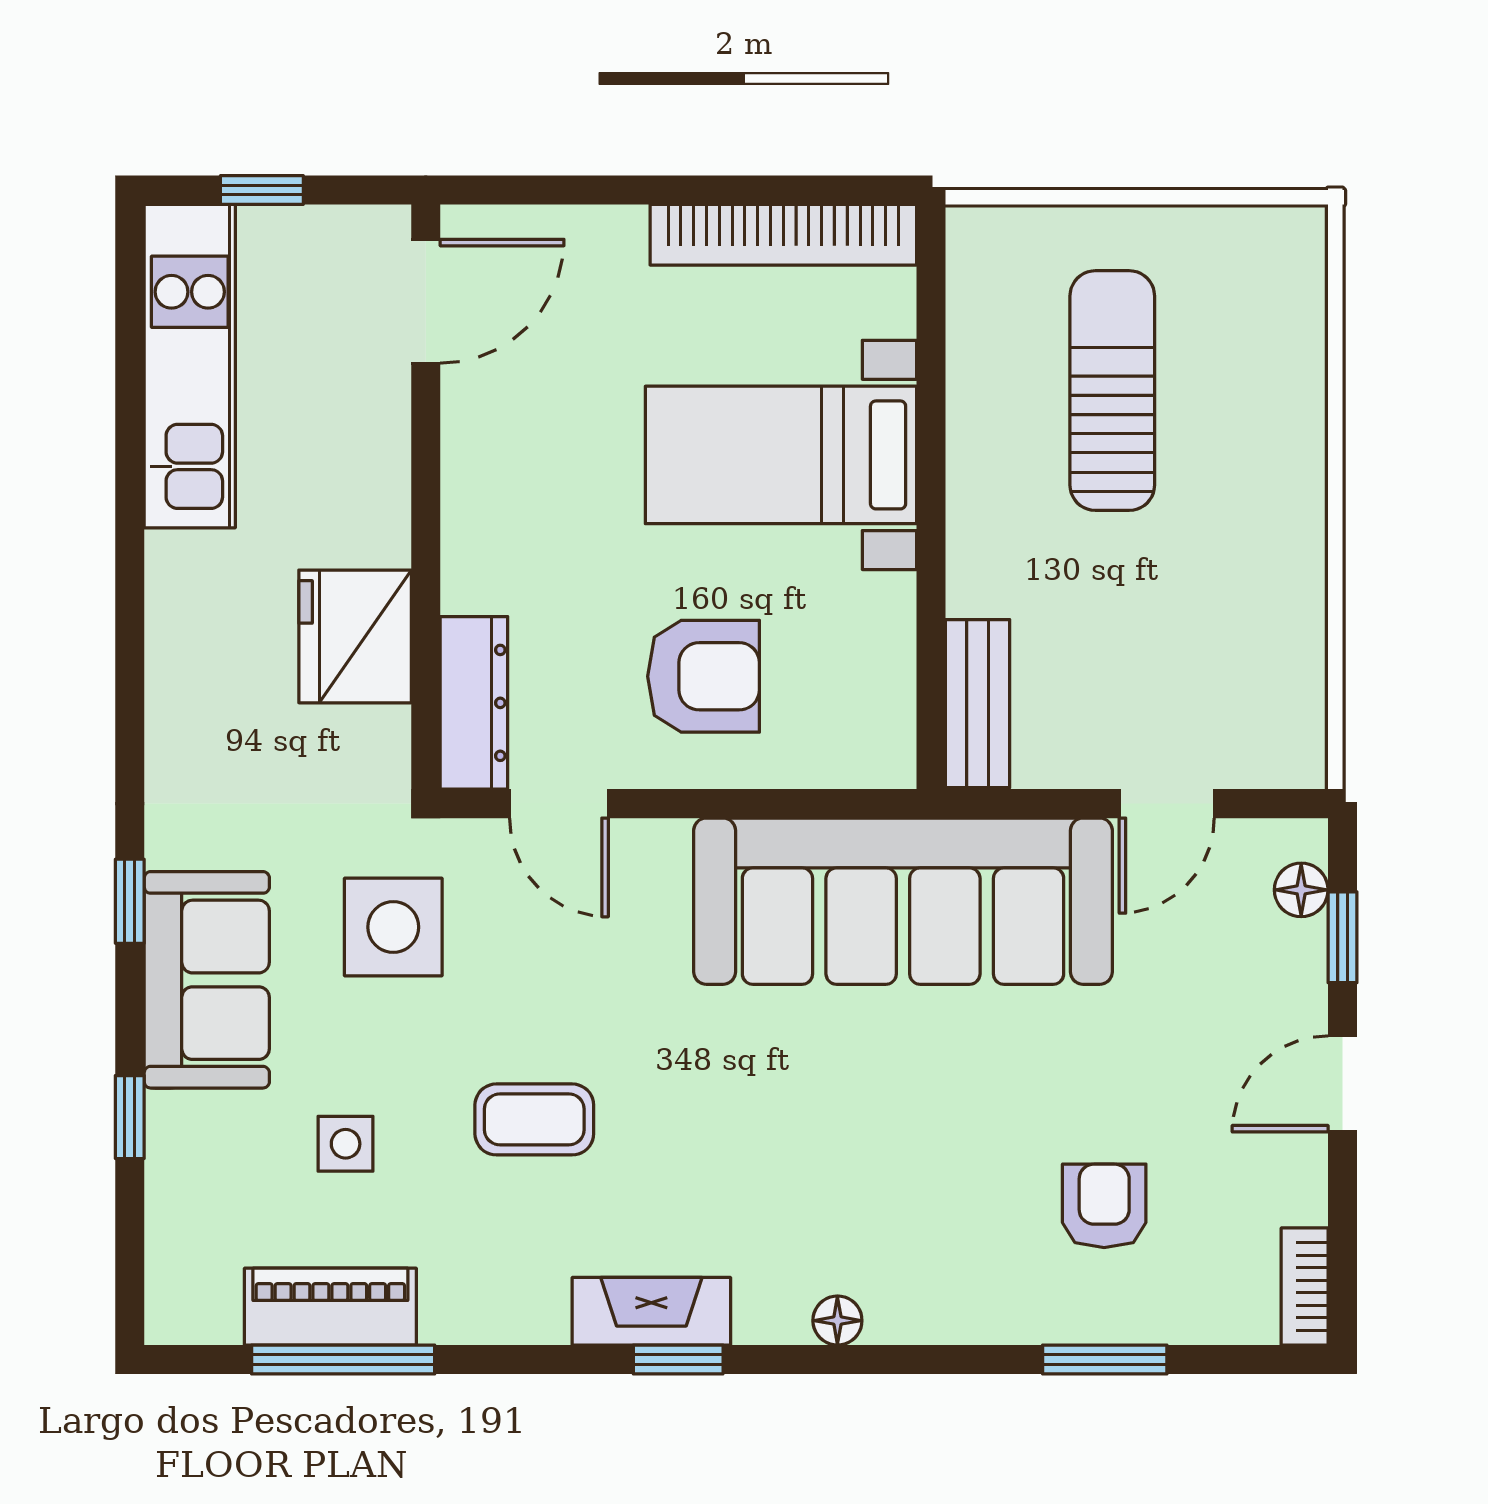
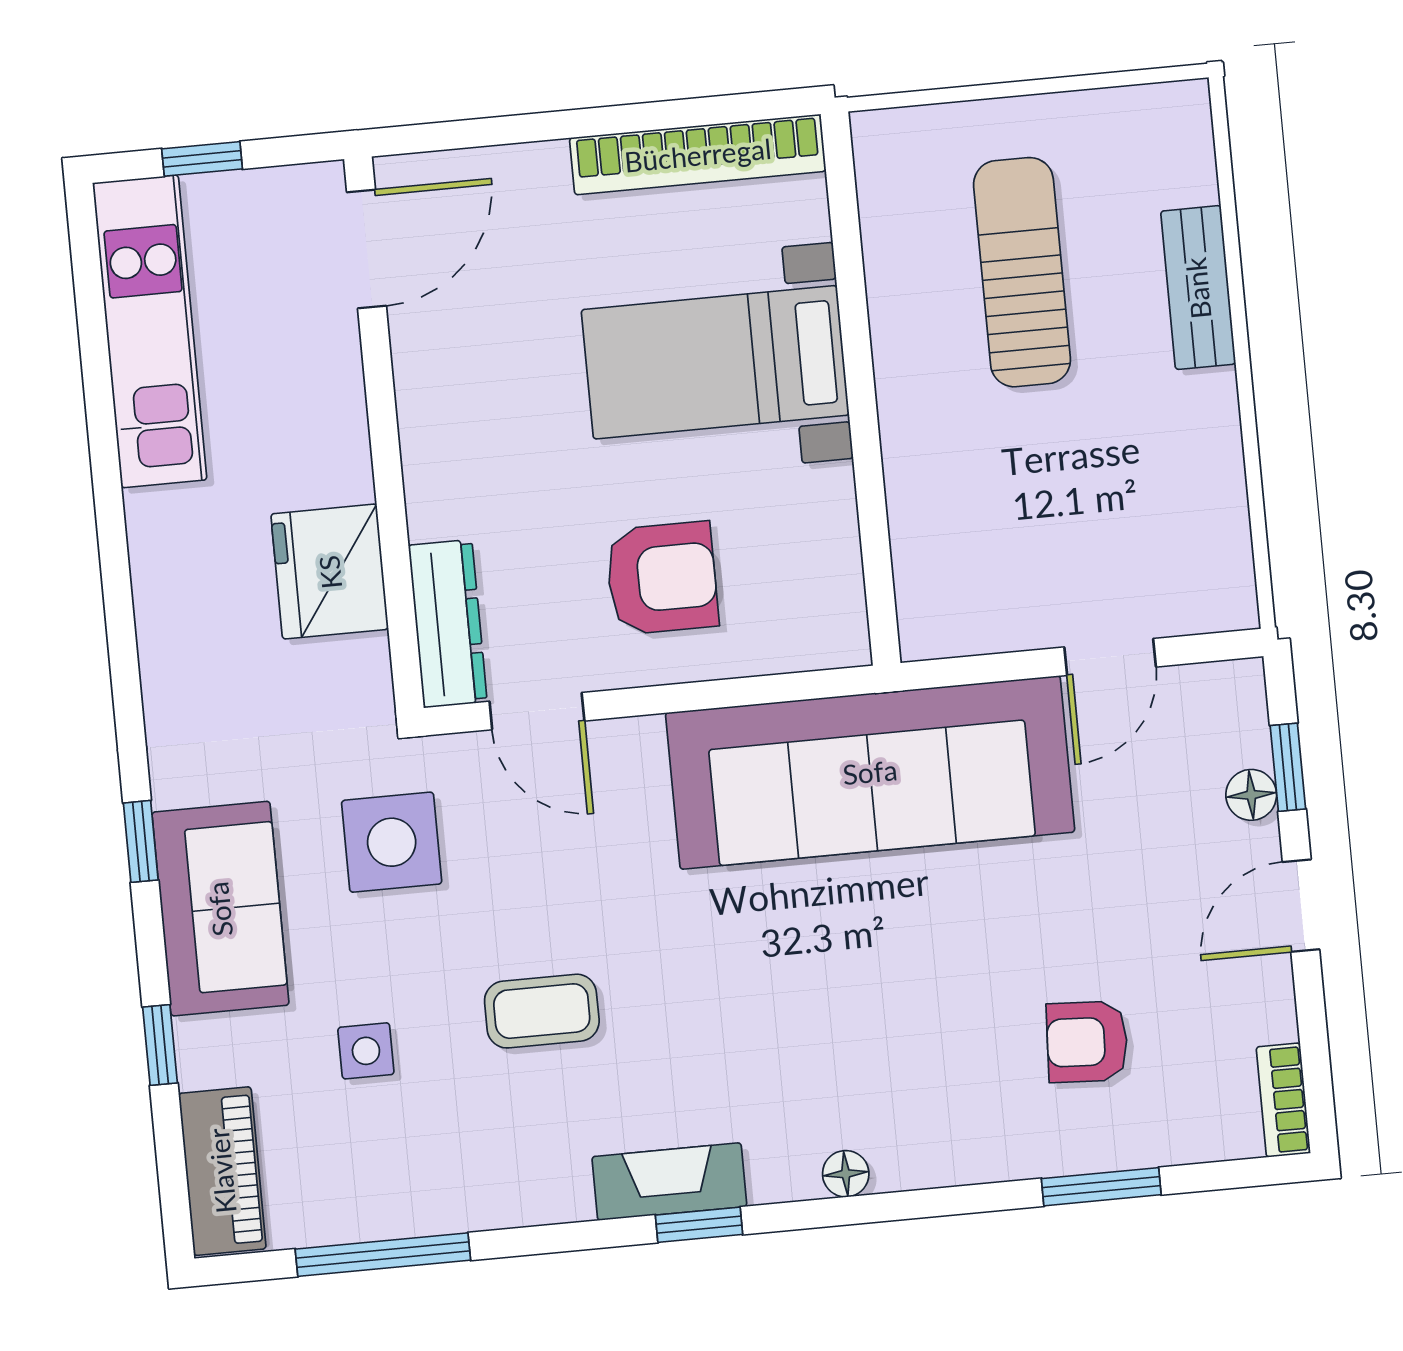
bench: (978, 704) -> (1198, 288), moved
floor lamp: (1301, 890) -> (1251, 795), moved
armchair: (1104, 1206) -> (1087, 1042), turned -87
piano: (330, 1307) -> (222, 1171), moved, turned 90

